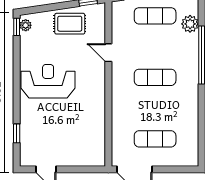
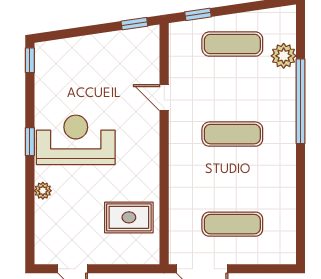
rug: (70, 24) -> (129, 217), moved
plant: (26, 25) -> (43, 191), moved
window: (17, 133) -> (30, 142), moved

